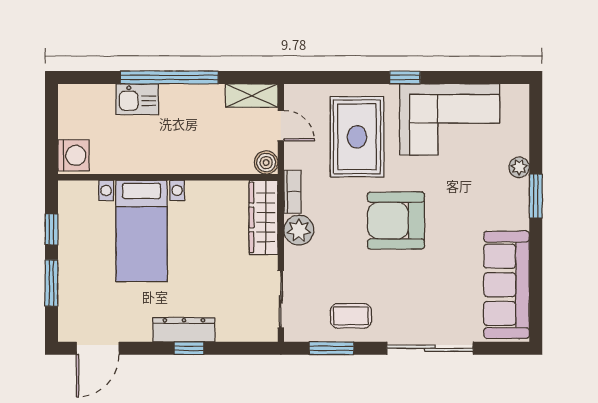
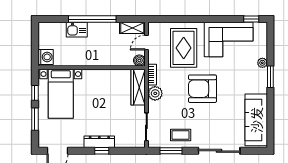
window: (405, 77) -> (251, 19), moved
door: (281, 126) -> (146, 43), swing flipped
bed with nightstands: (142, 231) -> (61, 94), moved

